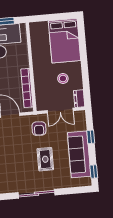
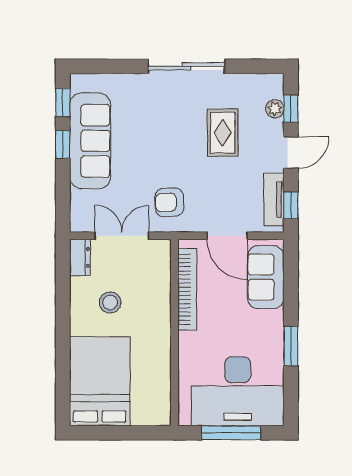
armchair: (39, 129) -> (169, 202), turned -95
window: (91, 137) -> (63, 144), moved
rug: (45, 159) -> (223, 133), moved

